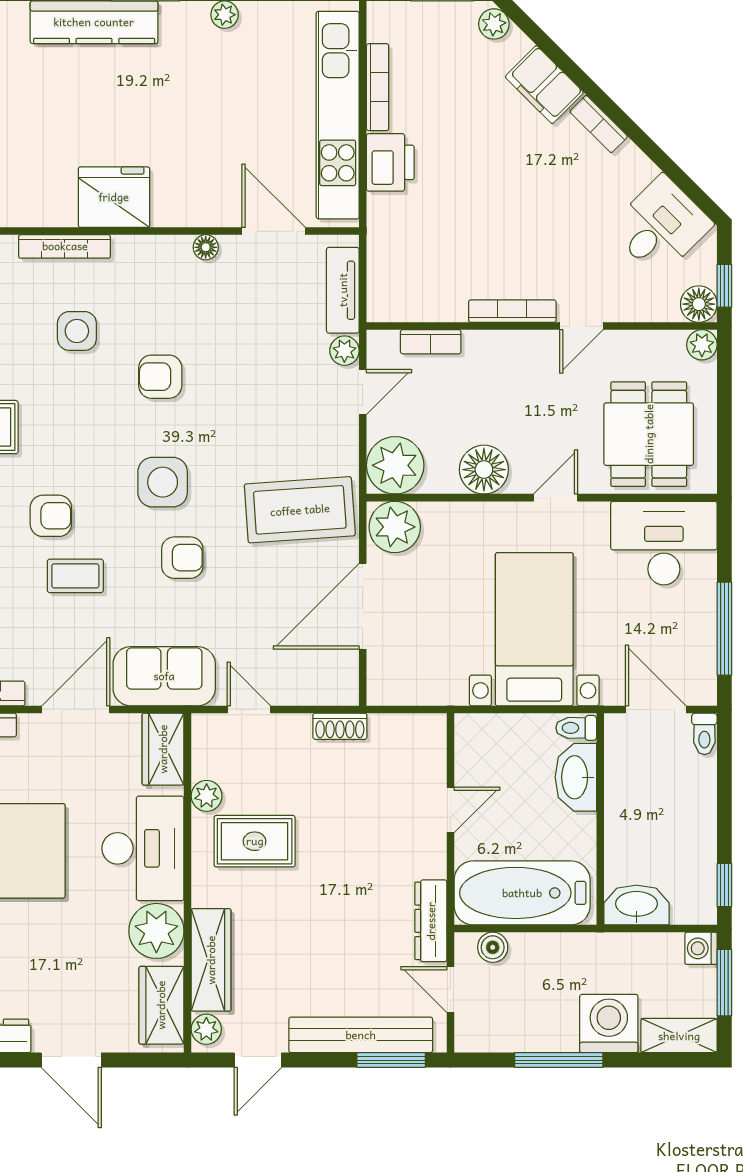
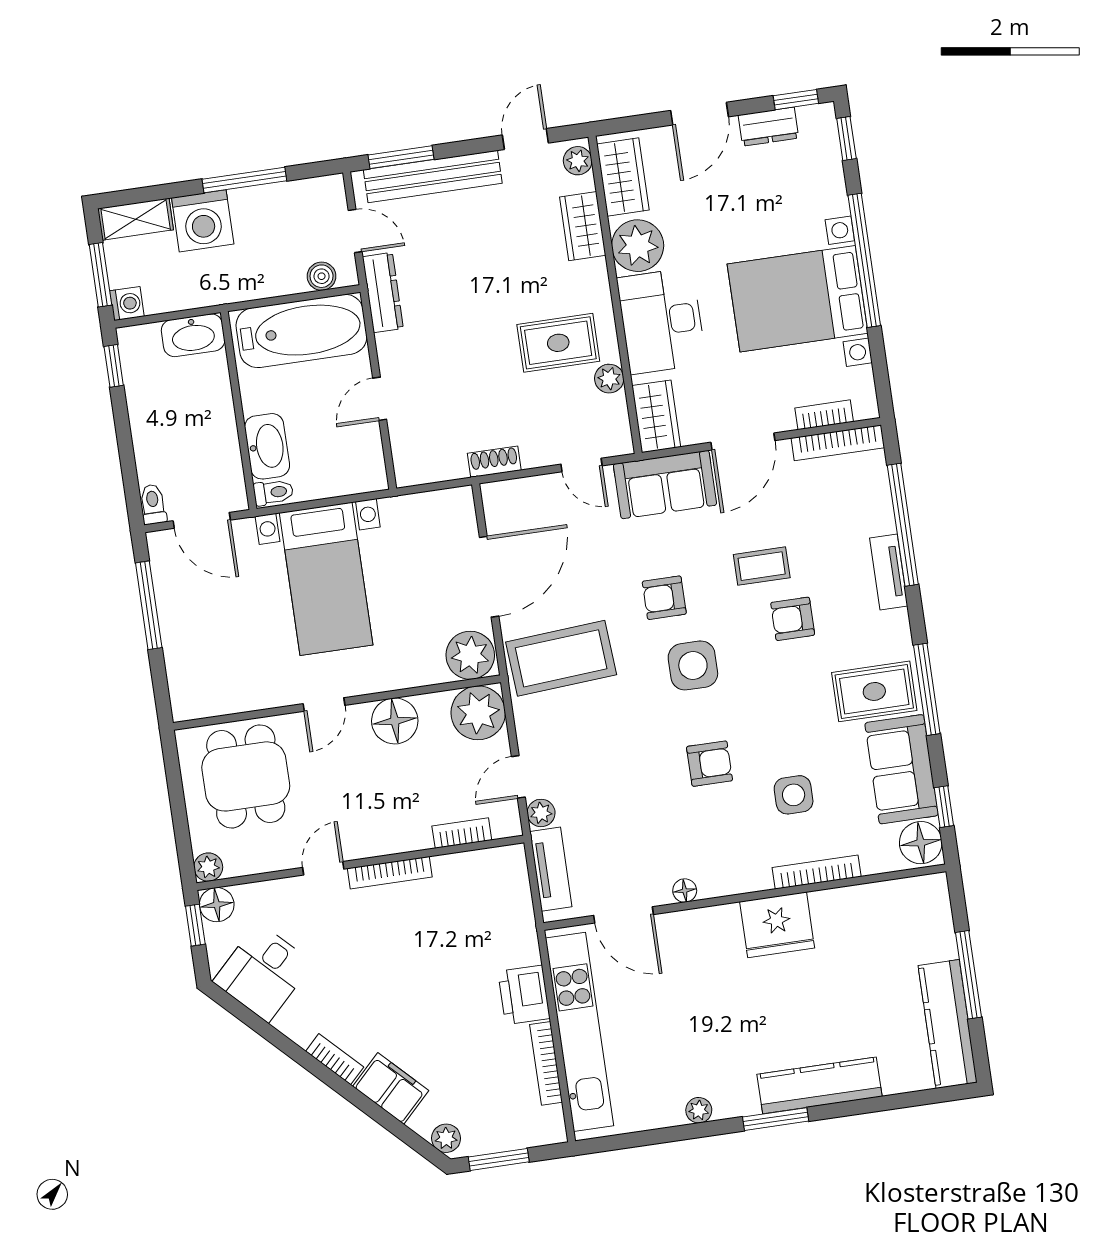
desk: (664, 543) -> (217, 677), removed
wardrobe: (211, 960) -> (583, 226), width x0.67
door: (71, 1060) -> (700, 114), swing flipped

